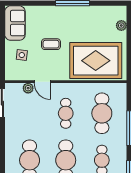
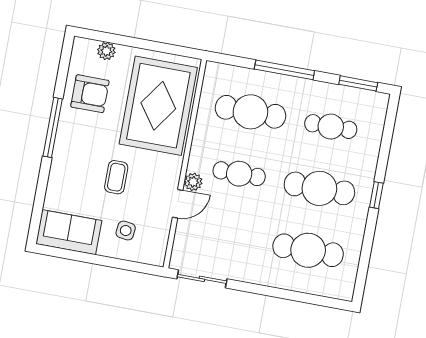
armchair: (95, 21) -> (90, 94), added
plant: (28, 88) -> (193, 182), moved

